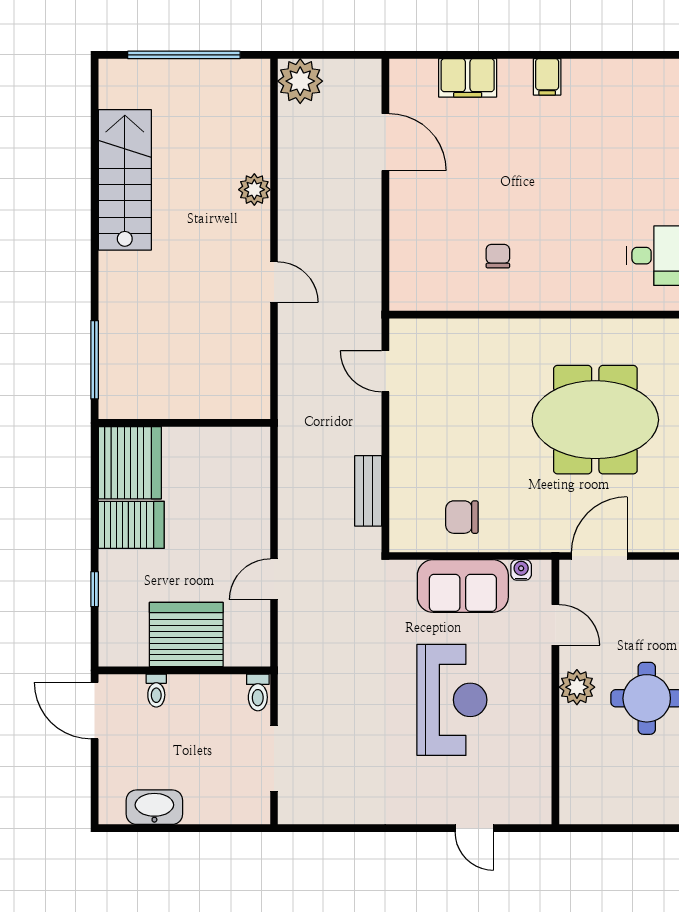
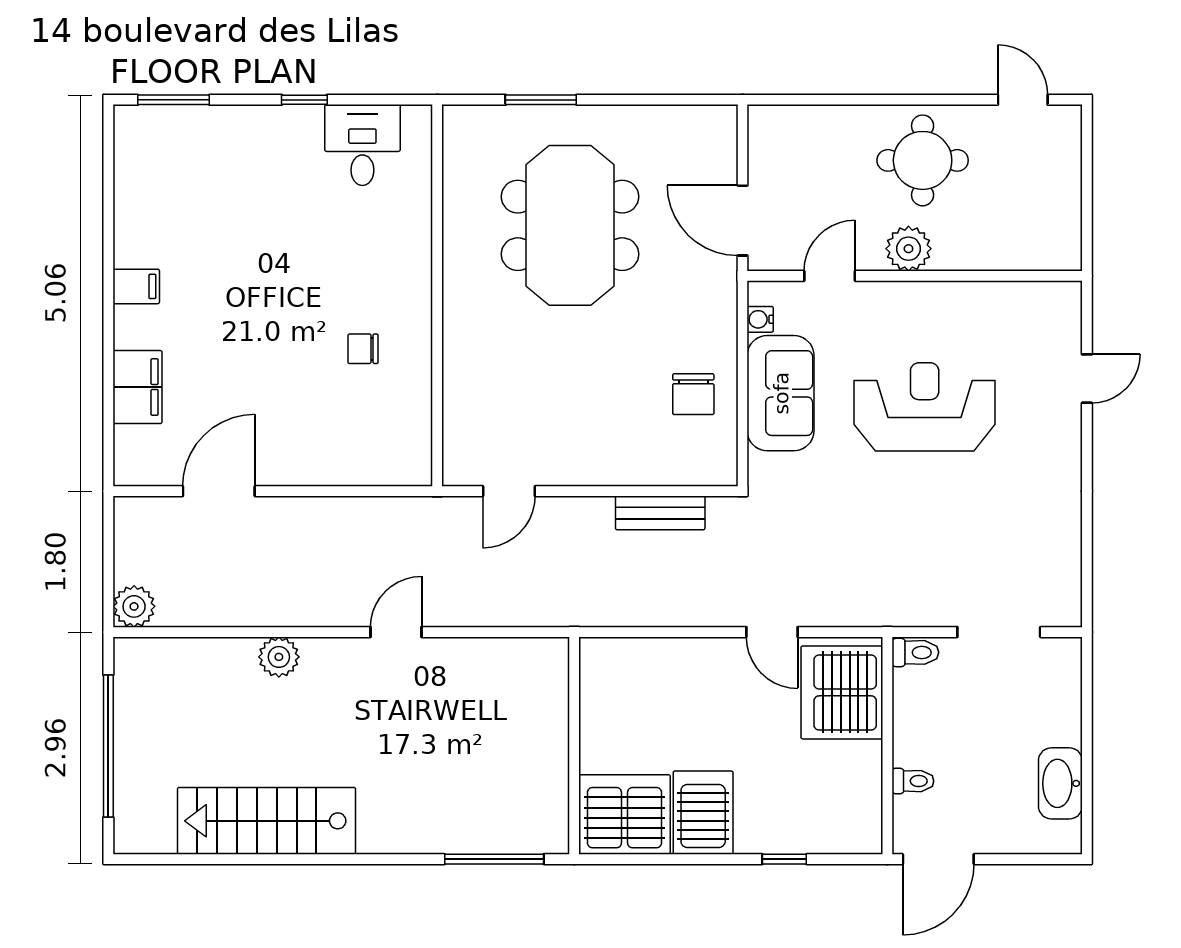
plant: (300, 81) -> (134, 606), width x0.73, depth x0.73
server rack: (186, 635) -> (842, 692), moved

